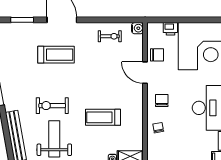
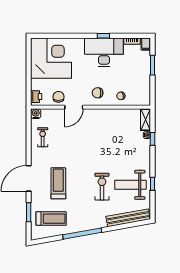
printer: (170, 29) -> (36, 97), moved
exercise bike: (52, 106) -> (102, 187), turned 180
treadmill: (103, 117) -> (51, 219), moved, turned -90

